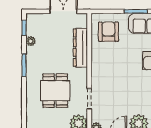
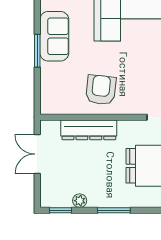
armchair: (108, 32) -> (101, 90), moved, turned 96

